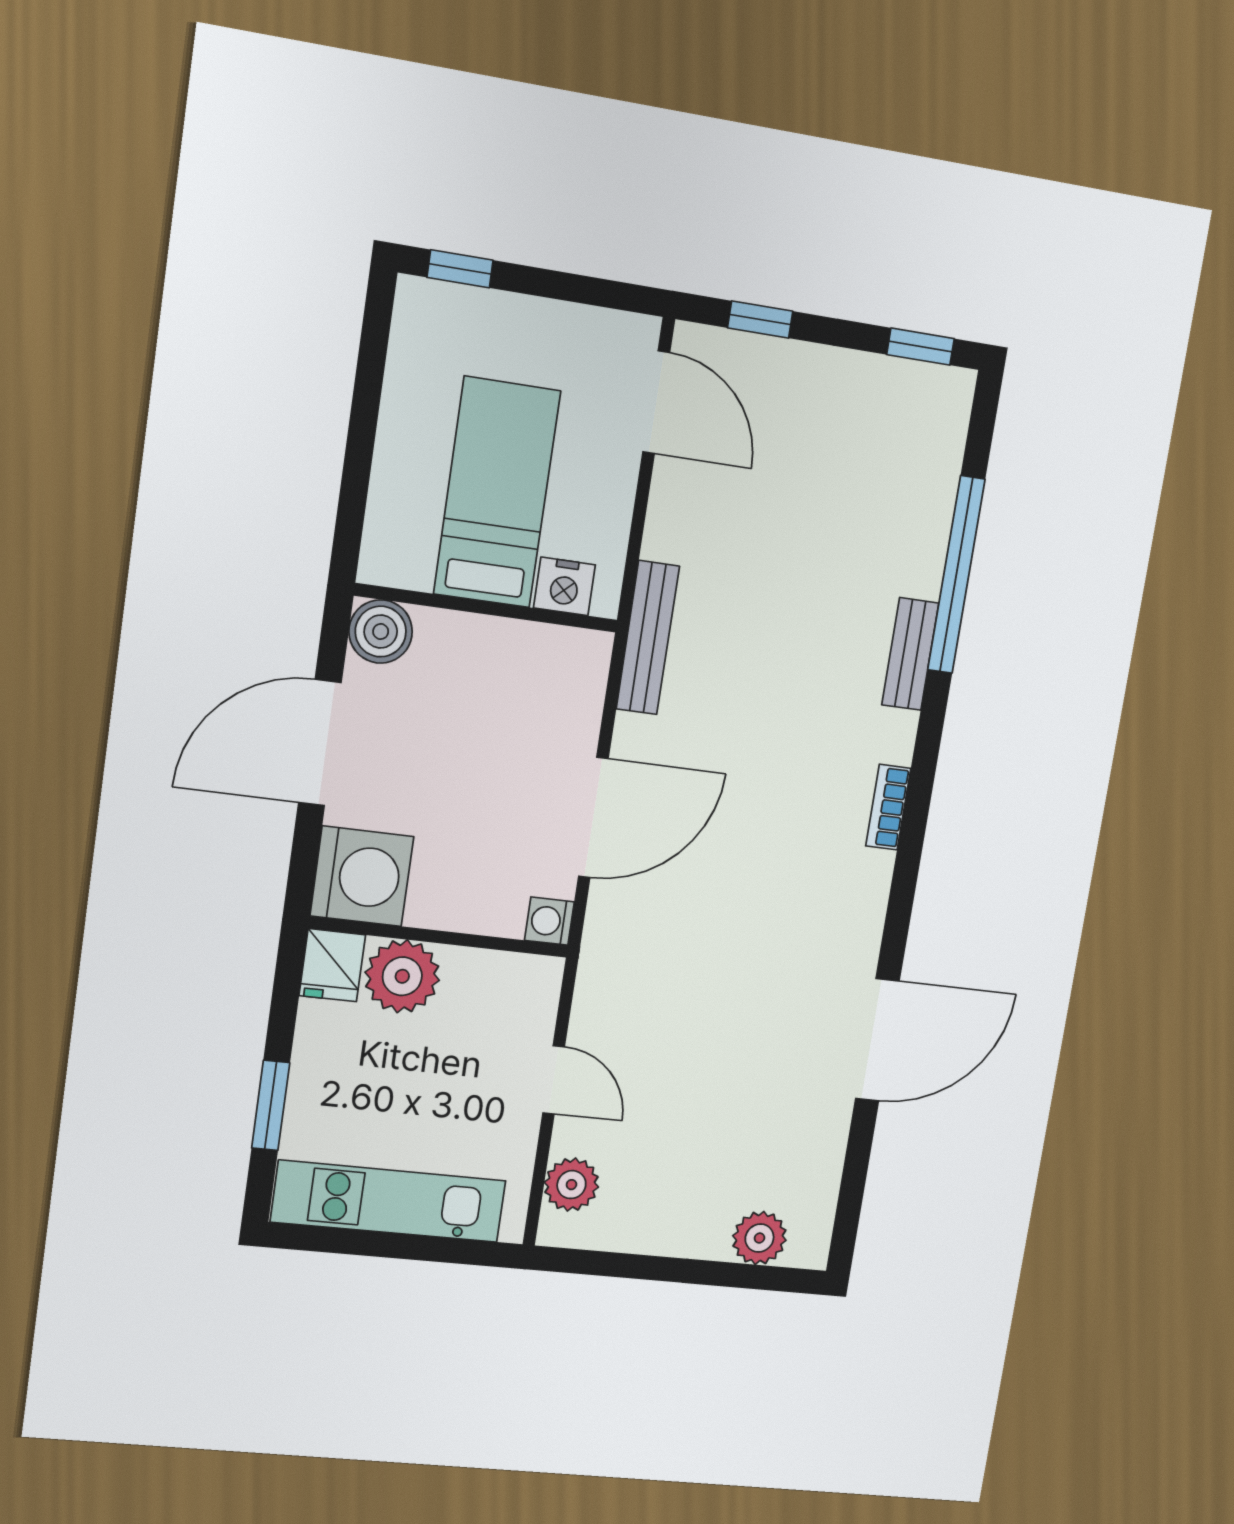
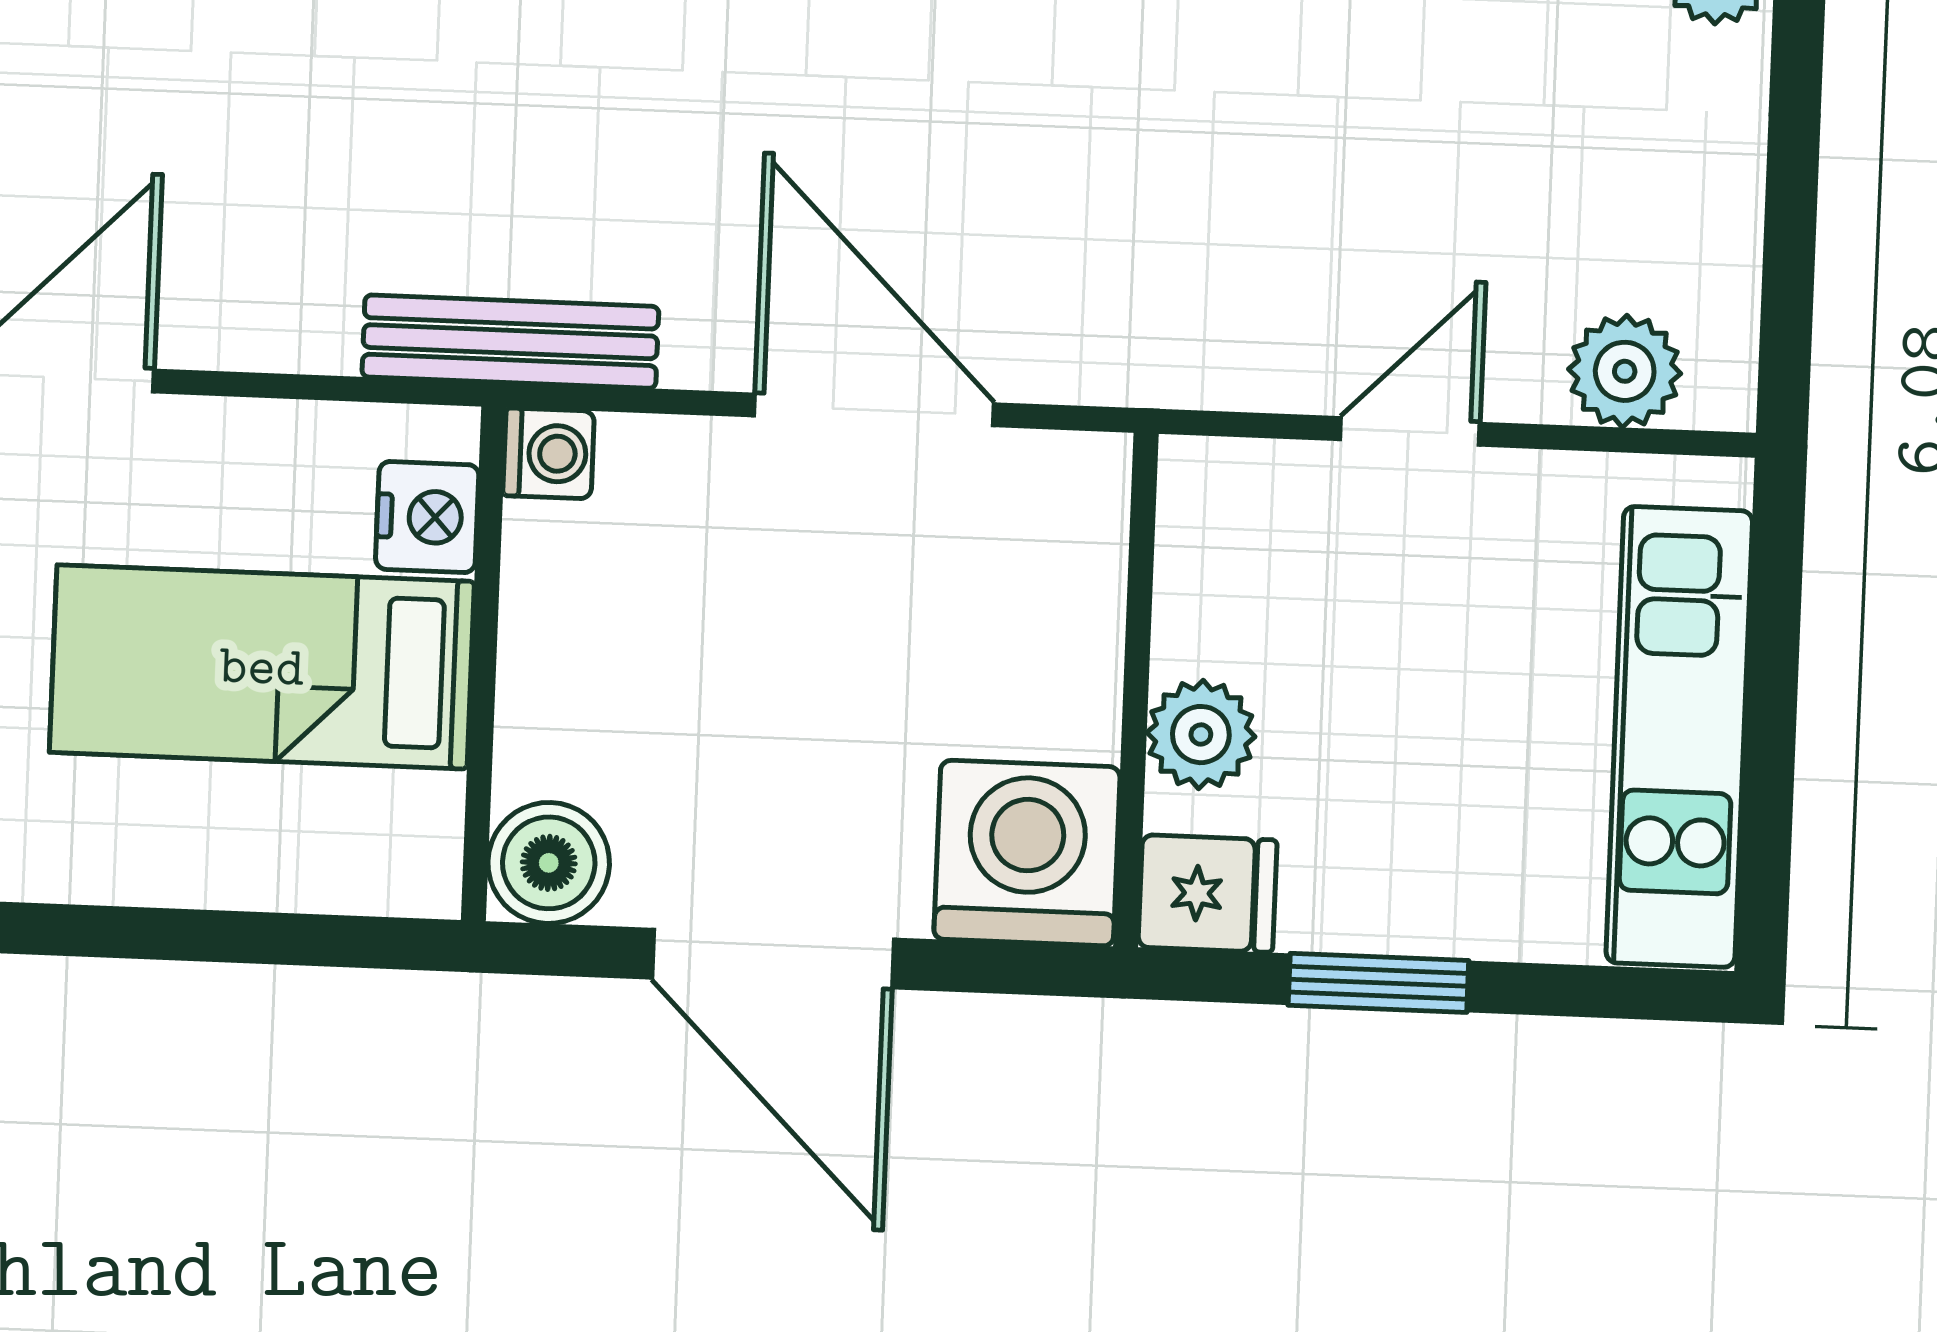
washing machine: (549, 921) -> (549, 453), moved, turned -90
plant: (402, 976) -> (1201, 735), width x0.73, depth x0.73
window: (271, 1105) -> (1378, 983), moved

